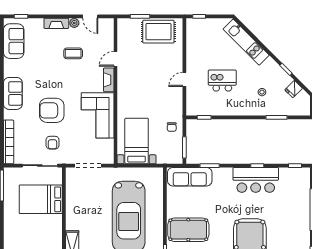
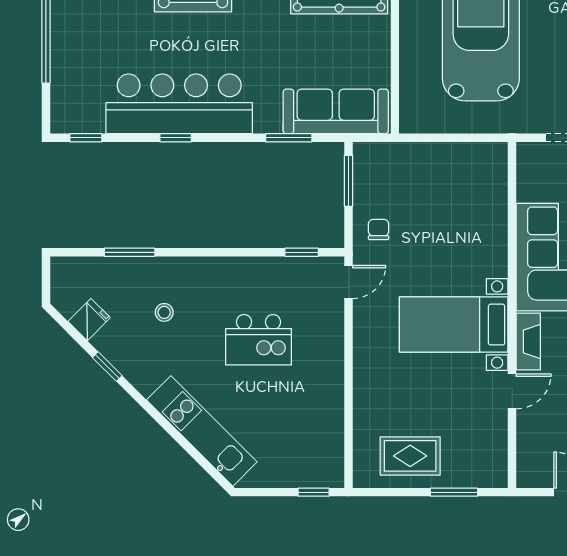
rug: (158, 32) -> (410, 456), width x0.73, depth x0.70
door: (184, 79) -> (349, 282), moved
bed with nightstands: (137, 141) -> (454, 325), moved, turned 90
bar counter: (256, 180) -> (179, 104), width x1.36

